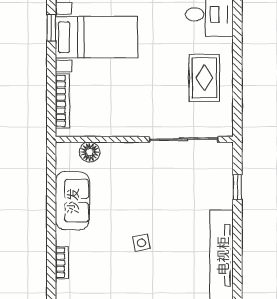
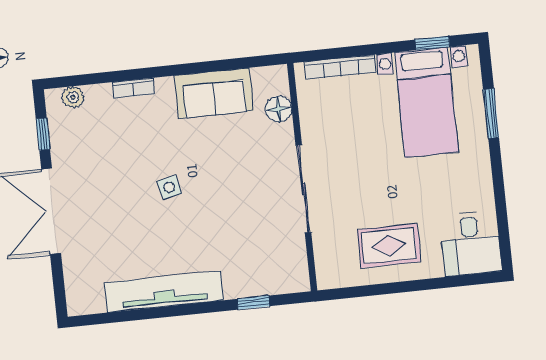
sliding door: (184, 139) -> (303, 189), moved

